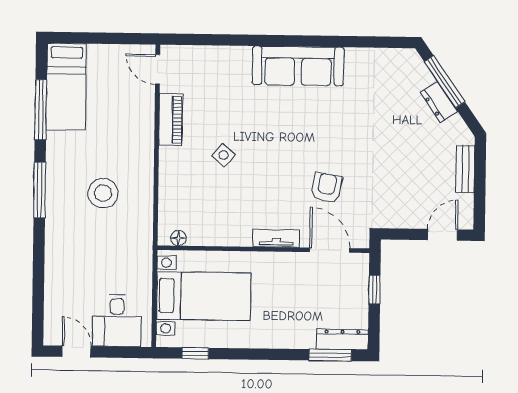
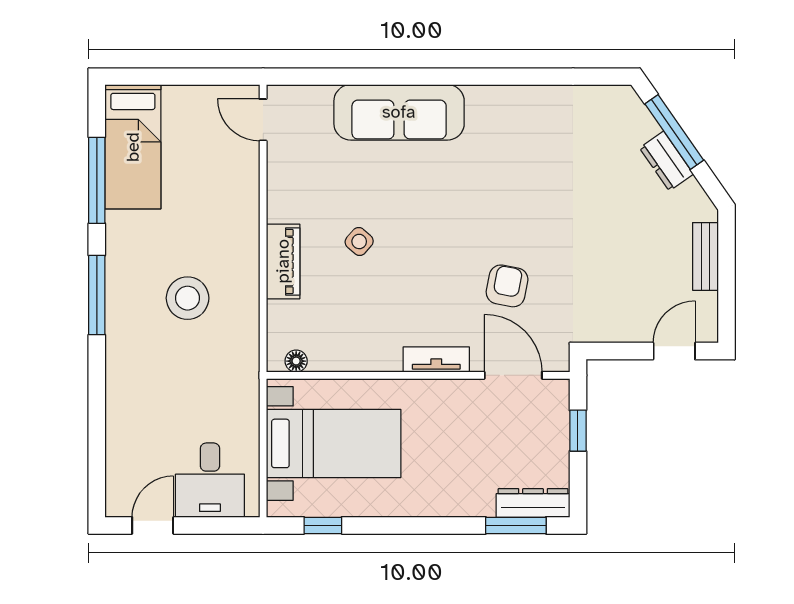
sofa: (298, 66) -> (399, 112), moved
piano: (171, 120) -> (283, 261), moved
door: (76, 352) -> (153, 525), hinge flipped

